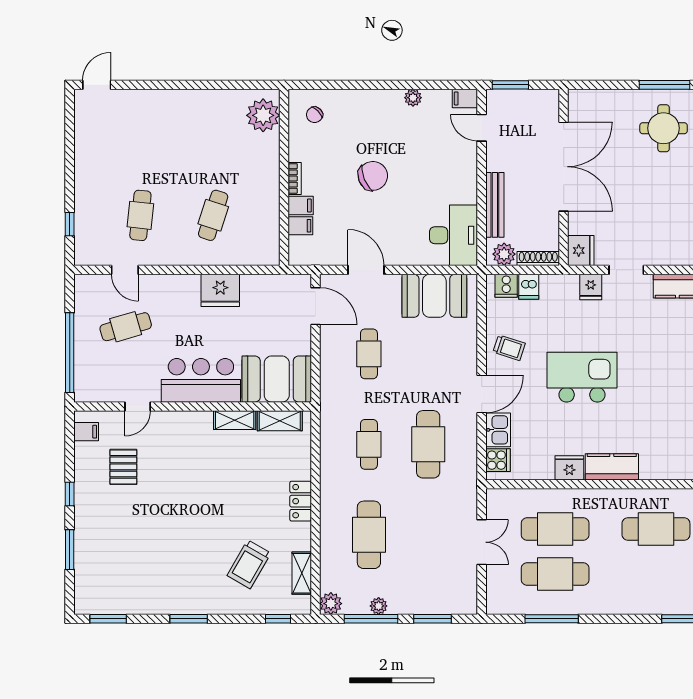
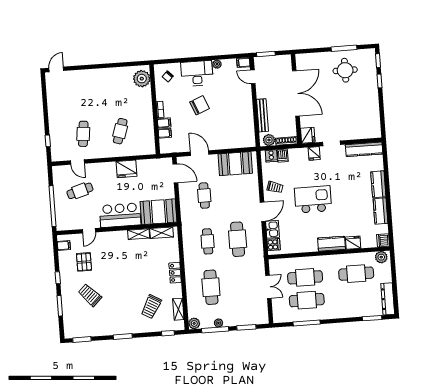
desk: (453, 235) -> (197, 73), moved, turned -90
fridge: (569, 468) -> (353, 243), moved
trolley: (130, 533) -> (90, 295), added

